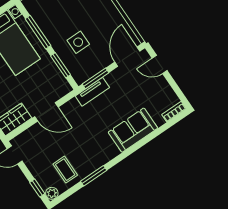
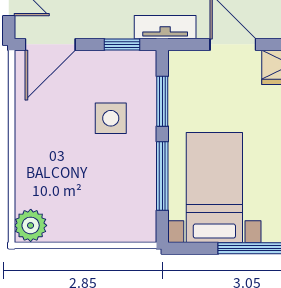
window: (95, 78) -> (122, 44), width x0.67
tv unit: (92, 92) -> (165, 27), moved

